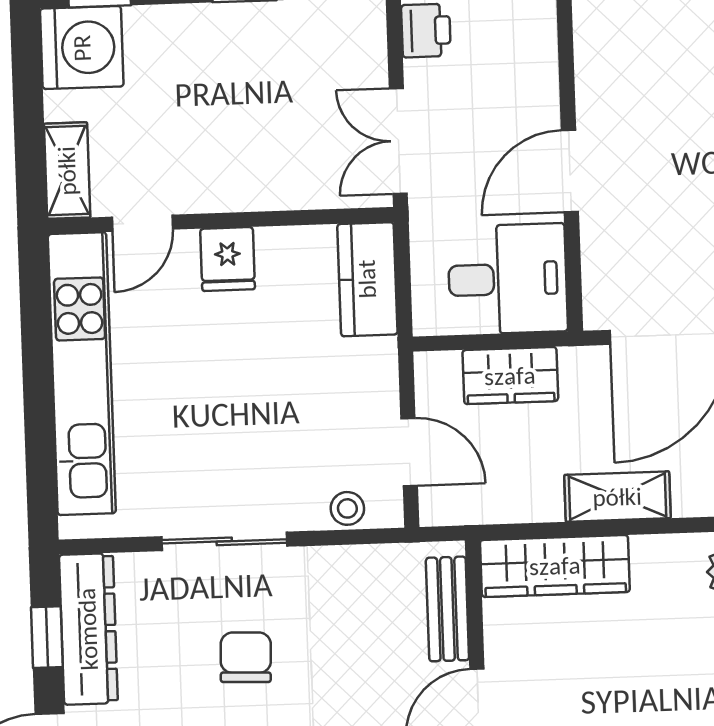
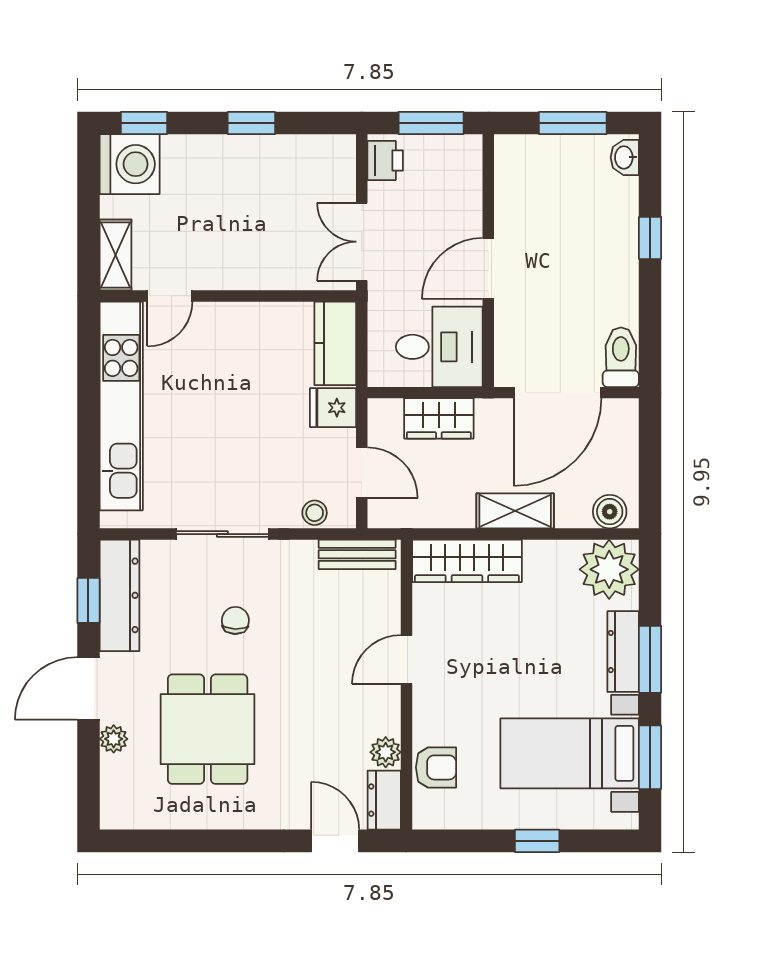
fridge: (228, 259) -> (333, 408), moved, turned 90
bench: (447, 609) -> (357, 554), moved, turned 90
chair: (246, 657) -> (235, 620), width x0.73, depth x0.73

